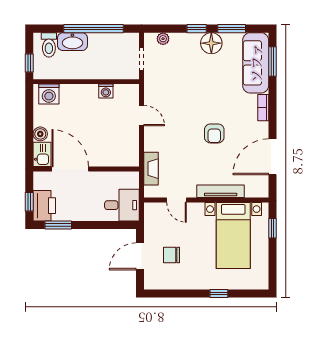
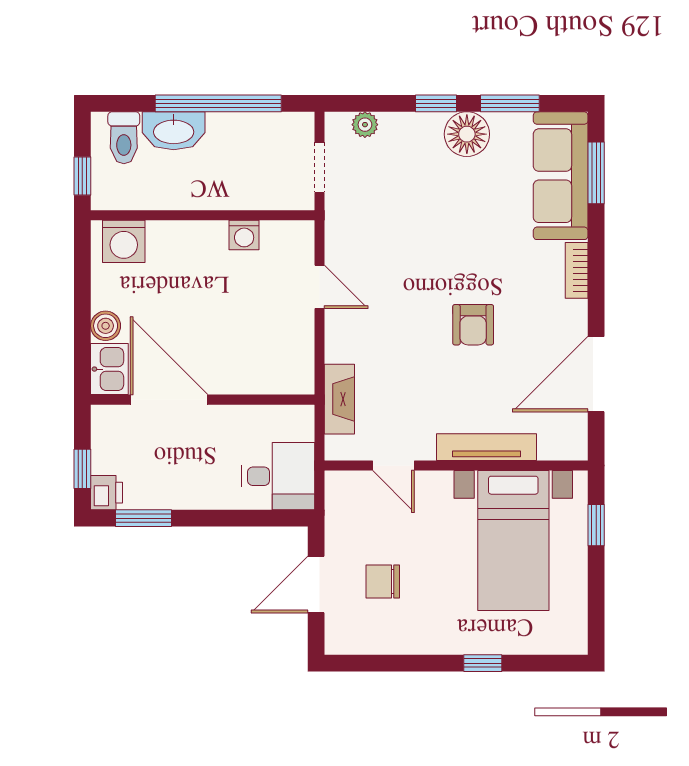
printer: (44, 206) -> (106, 493), width x0.53, depth x0.68

